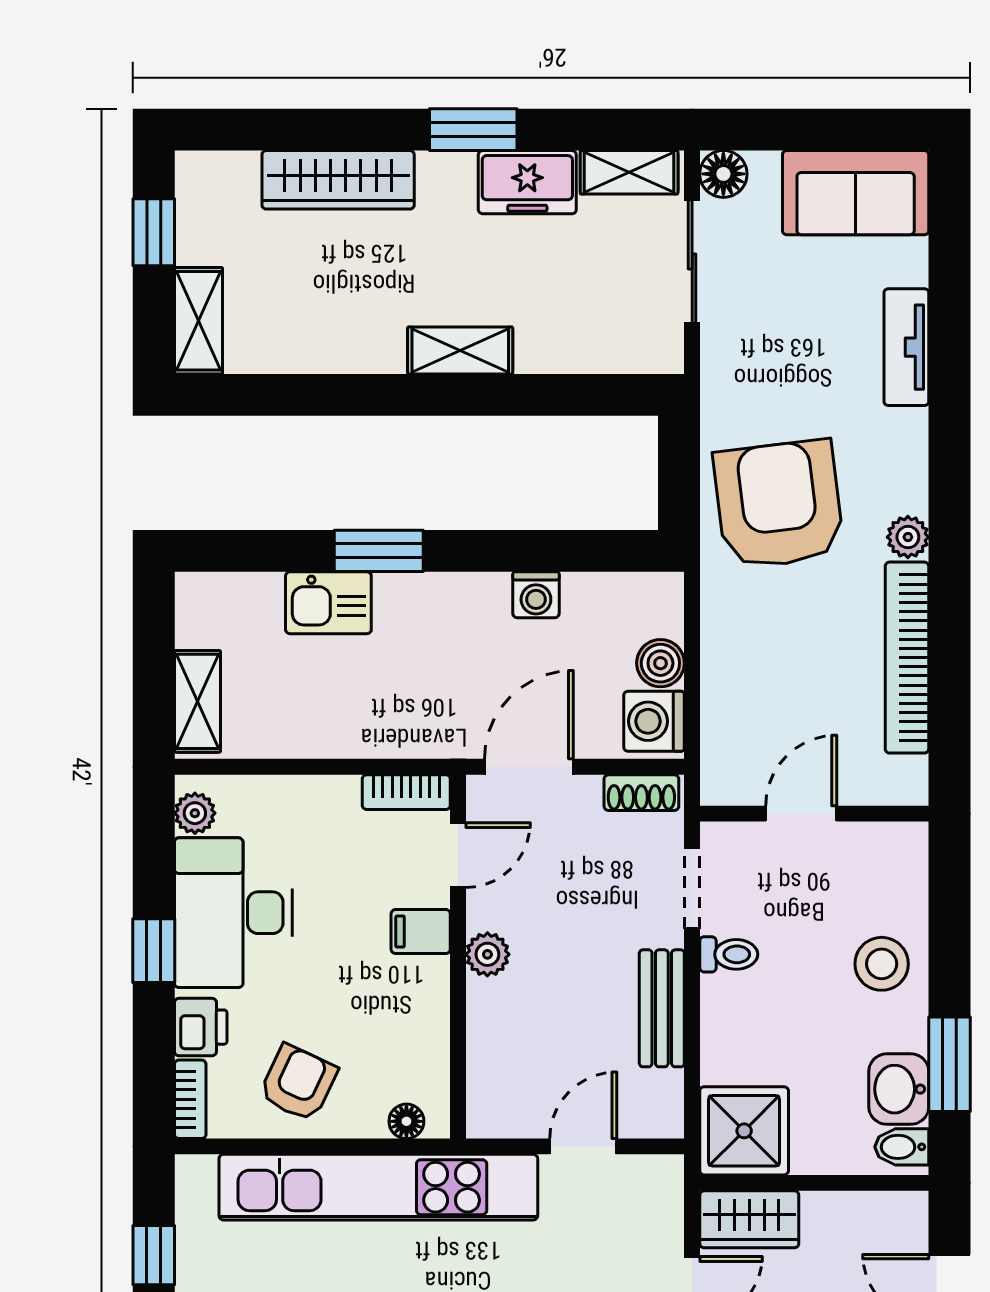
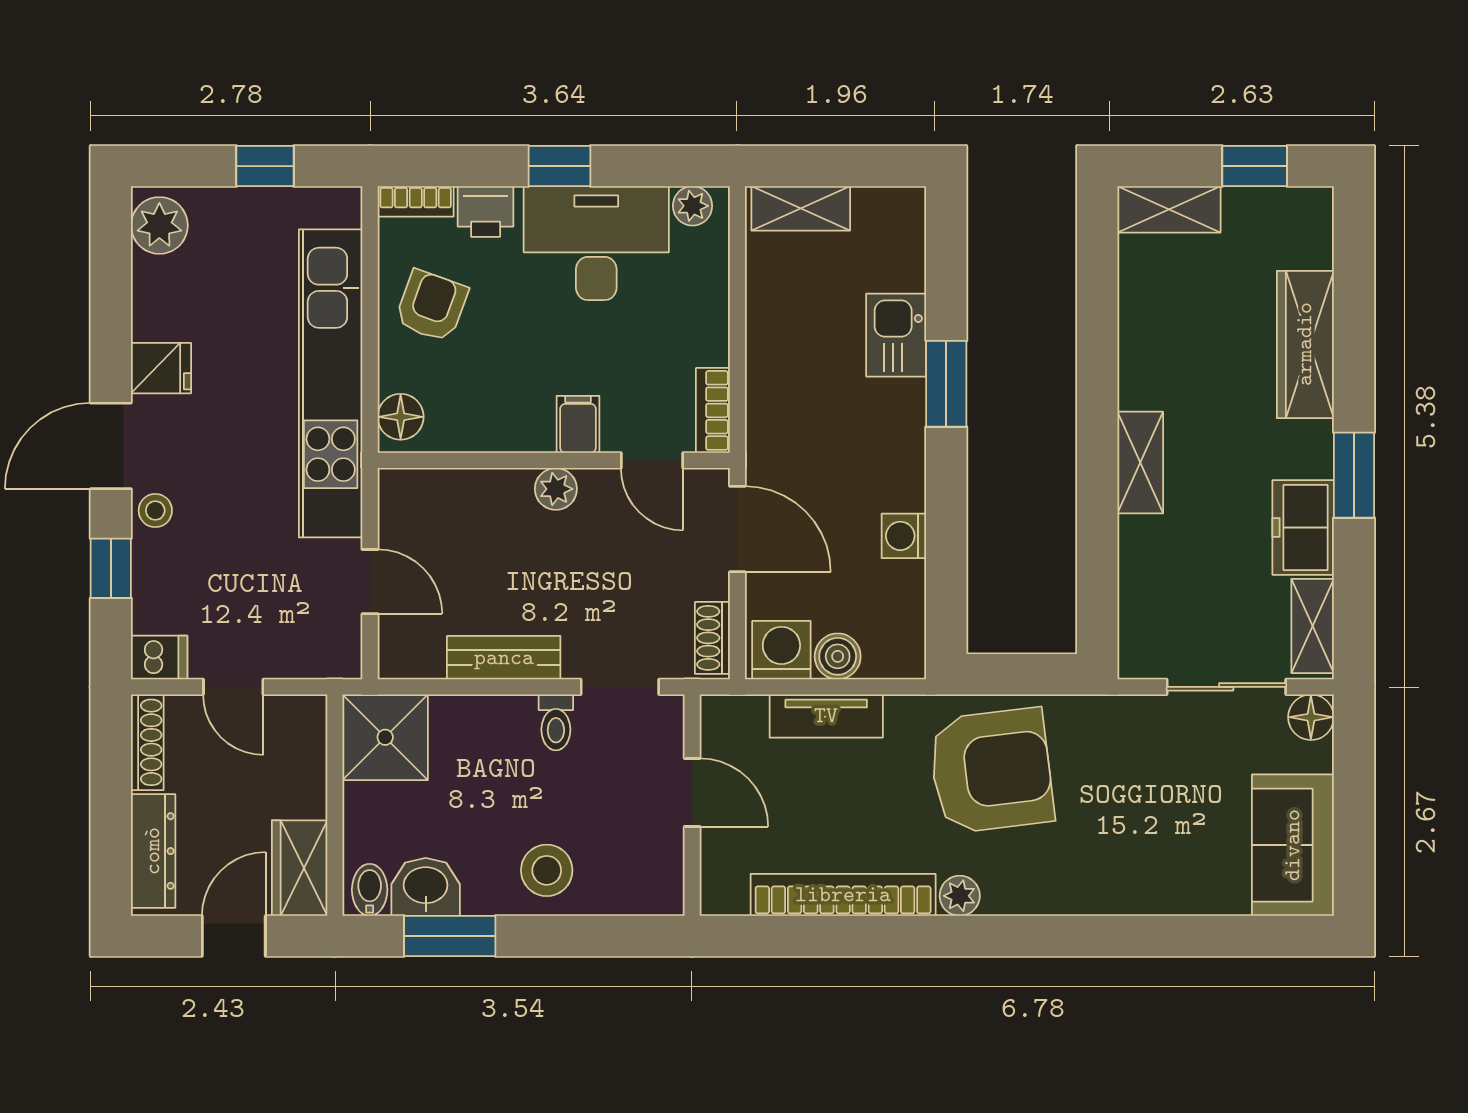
tv unit: (906, 347) -> (826, 716), moved, turned 180
armchair: (298, 1083) -> (431, 306), turned -95
floor lamp: (406, 1121) -> (401, 417), width x1.37, depth x1.37
wardrobe: (749, 1219) -> (300, 868), moved

